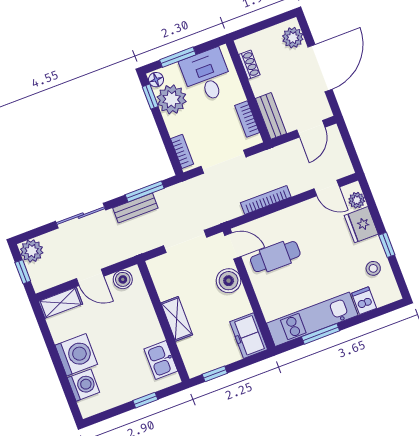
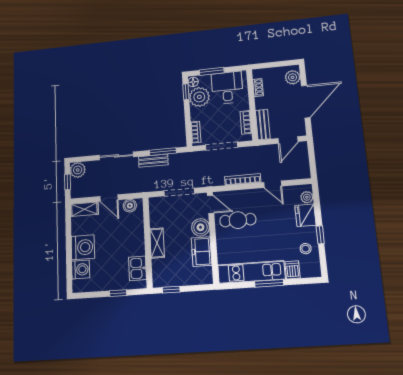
door: (327, 188) -> (273, 184), moved
window: (321, 334) -> (269, 283), moved
freezer: (249, 336) -> (202, 252), moved

